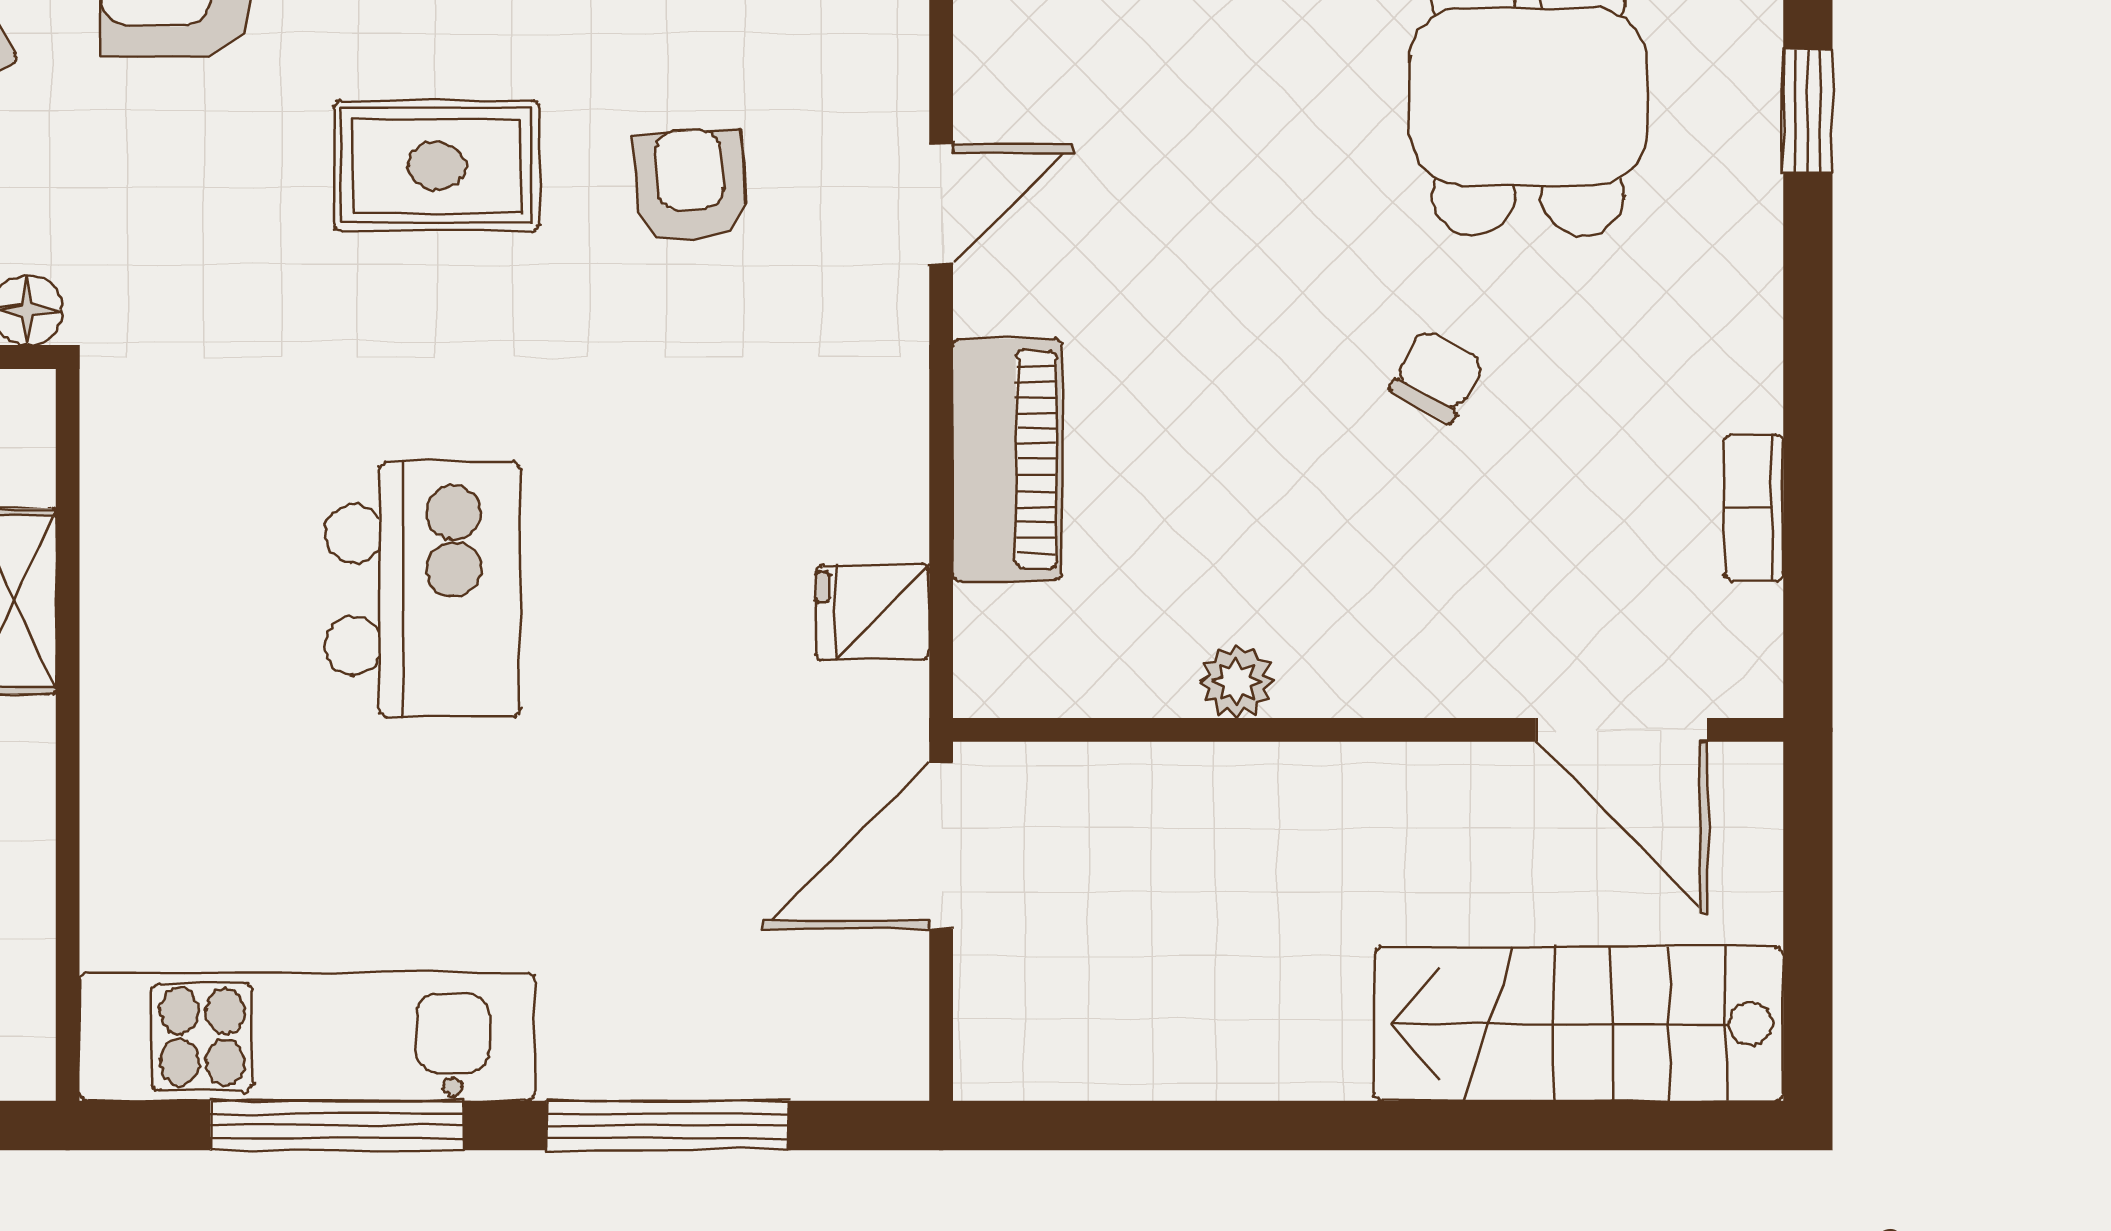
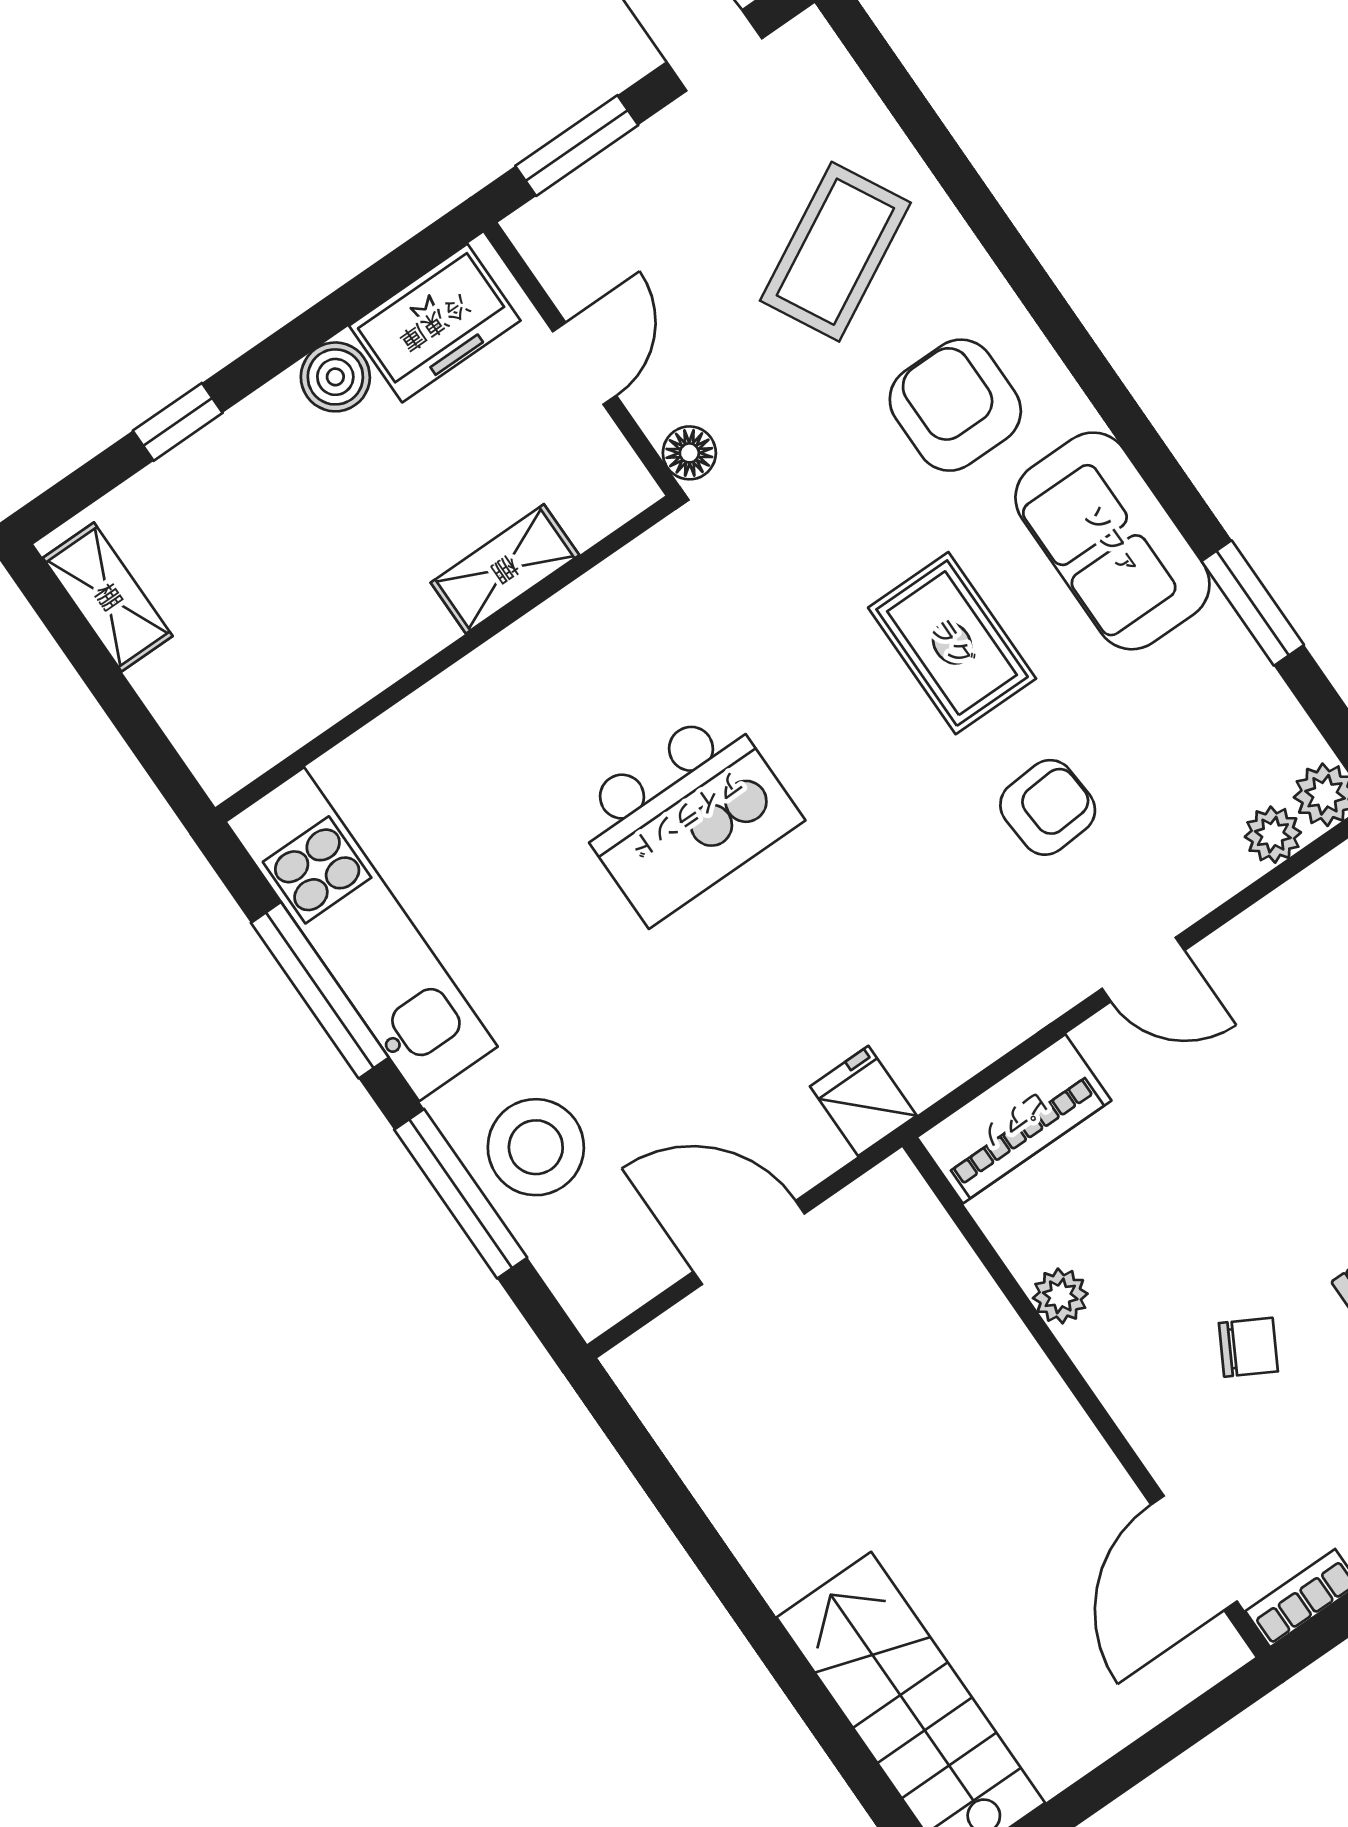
plant: (1237, 681) -> (1060, 1296), moved
wall: (1368, 730) -> (1086, 1397), moved
door: (1622, 730) -> (1194, 1553), moved
stool: (674, 1007) -> (536, 1147), added

